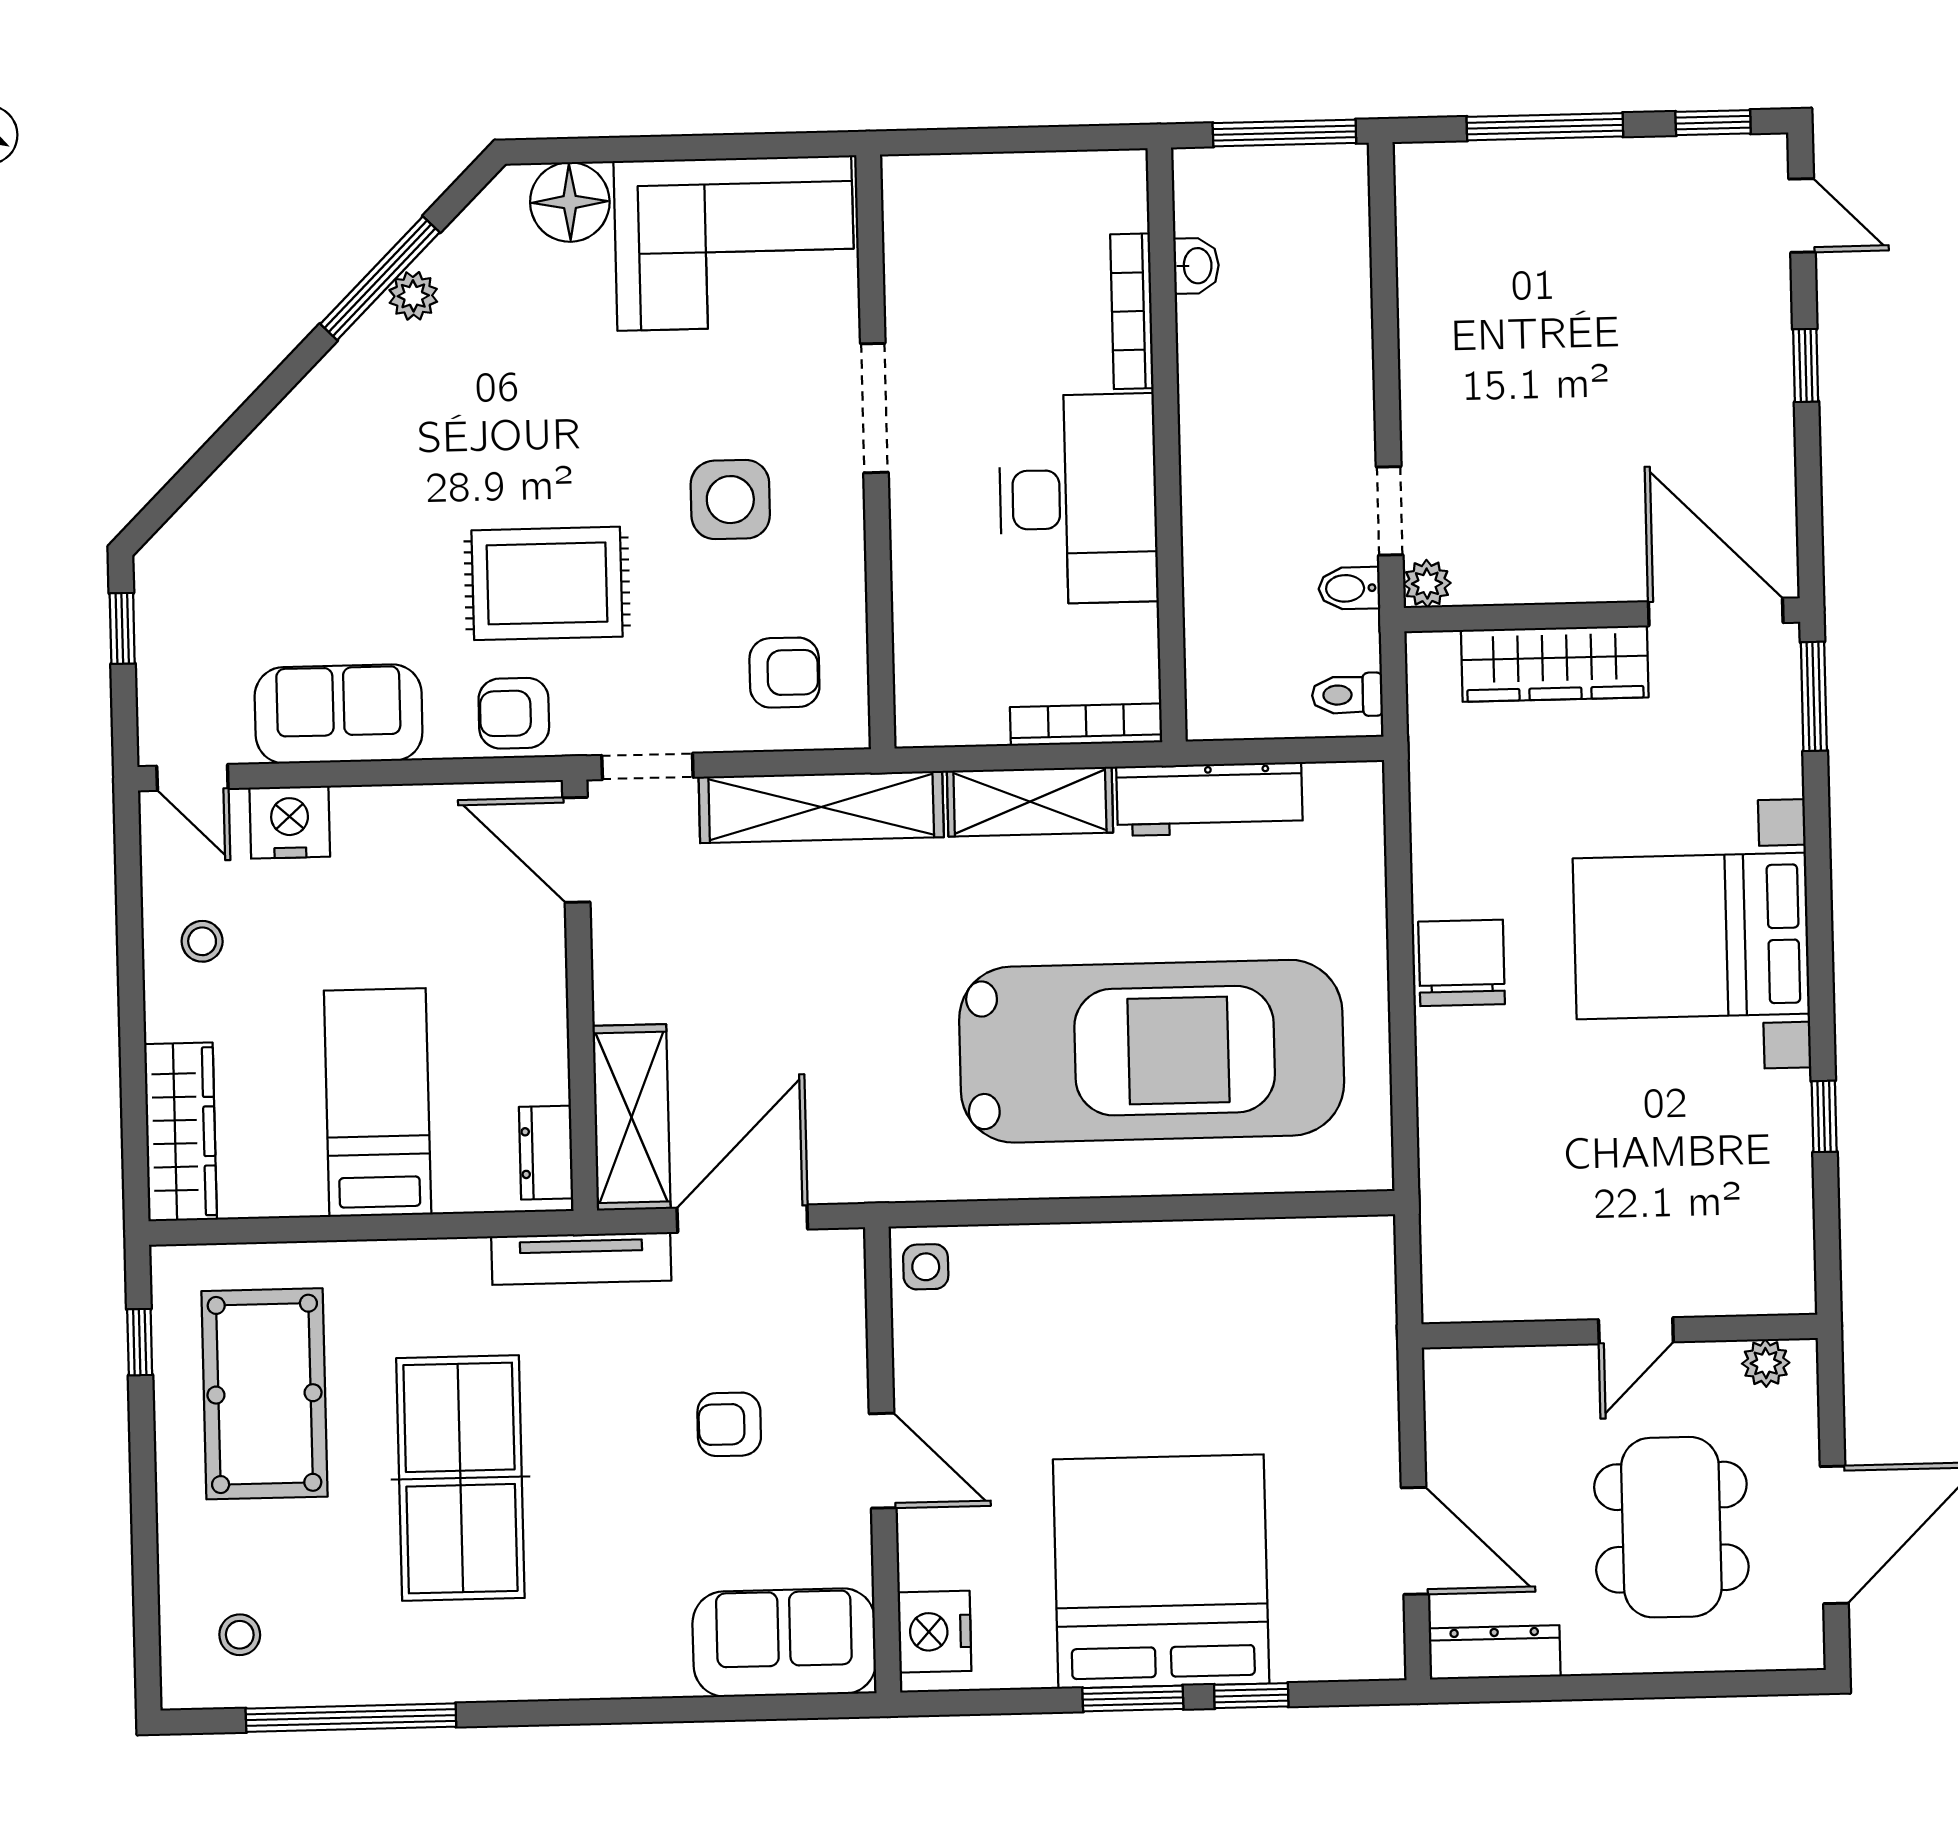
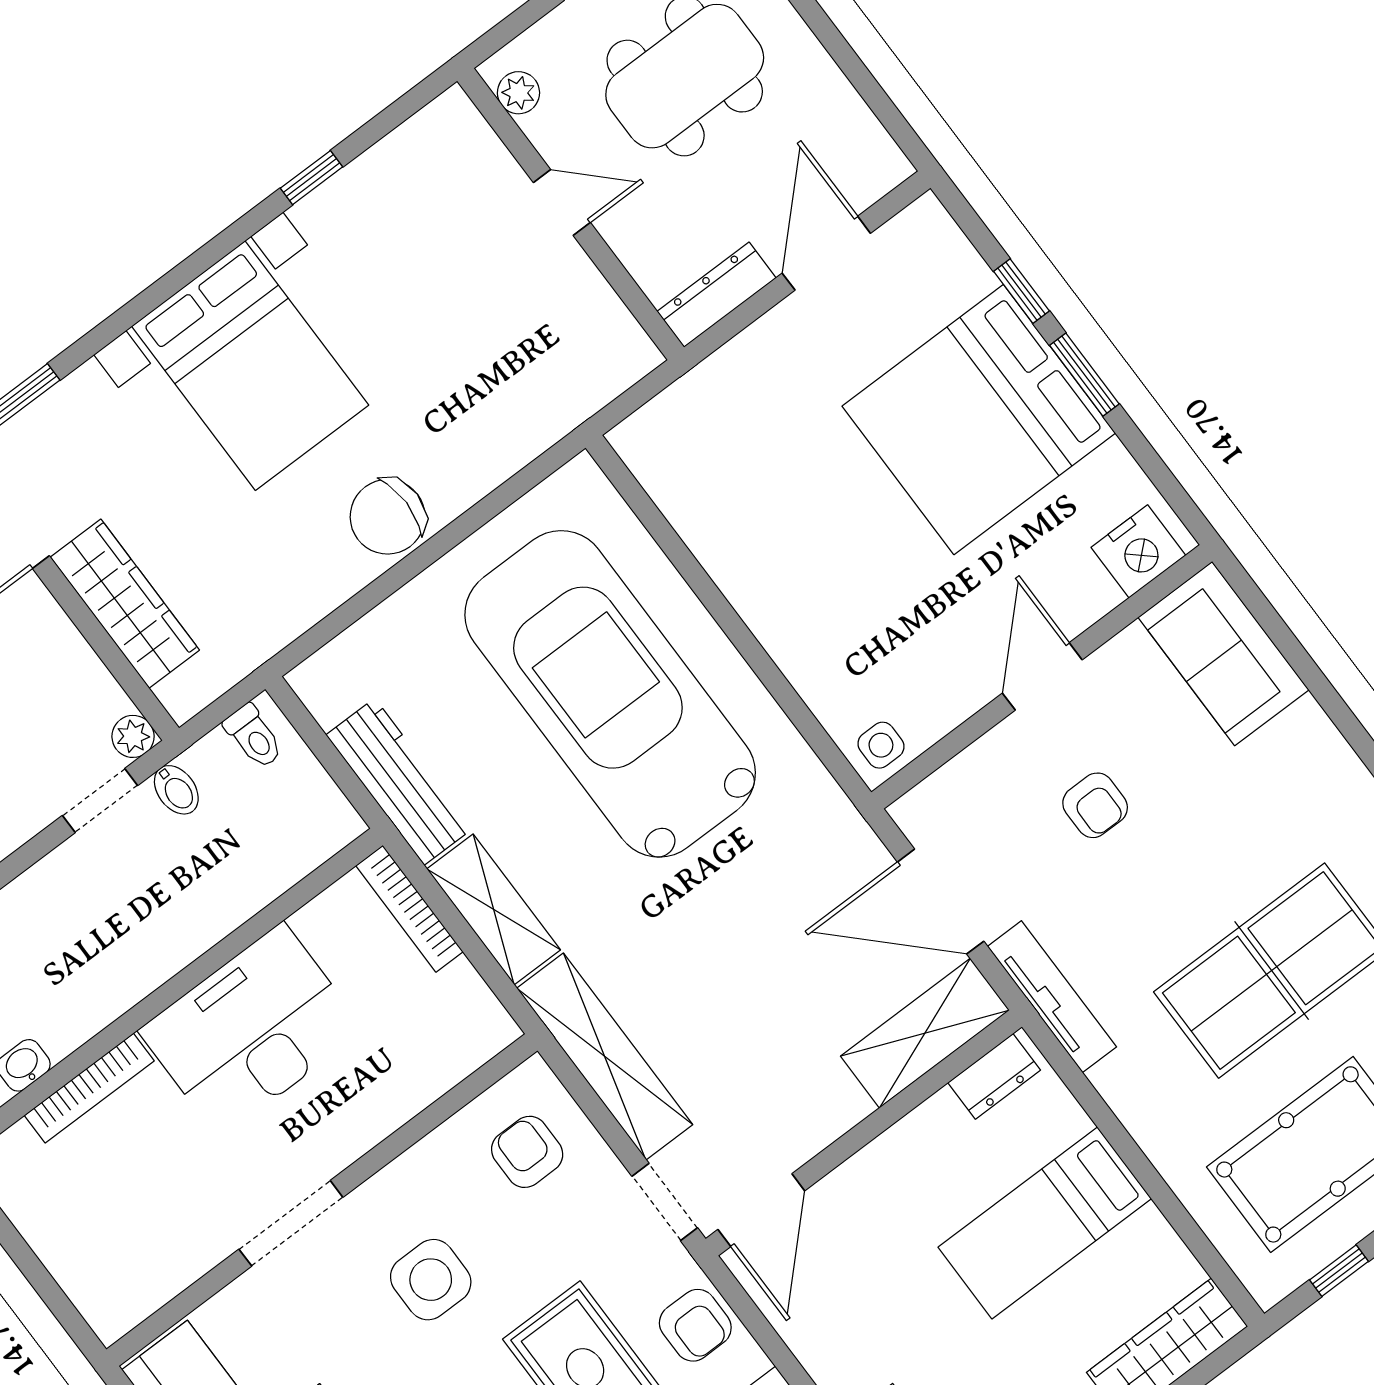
dresser: (1495, 1652) -> (717, 295), moved, turned 90

